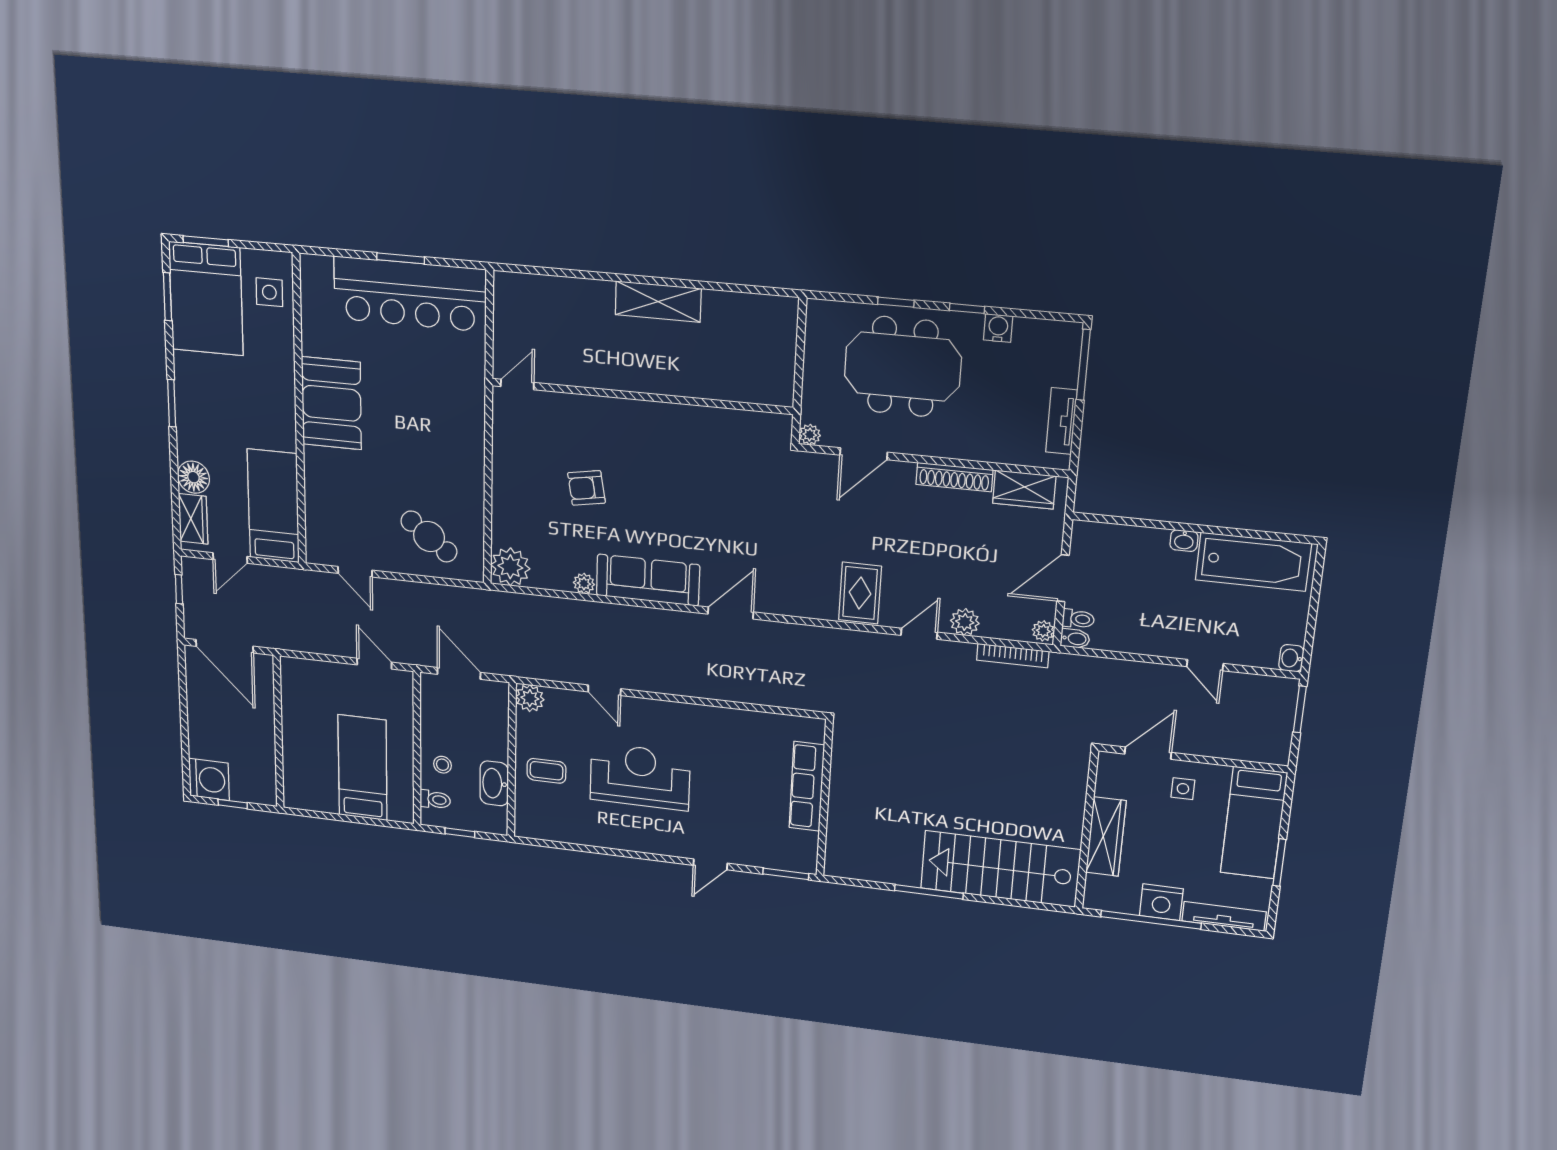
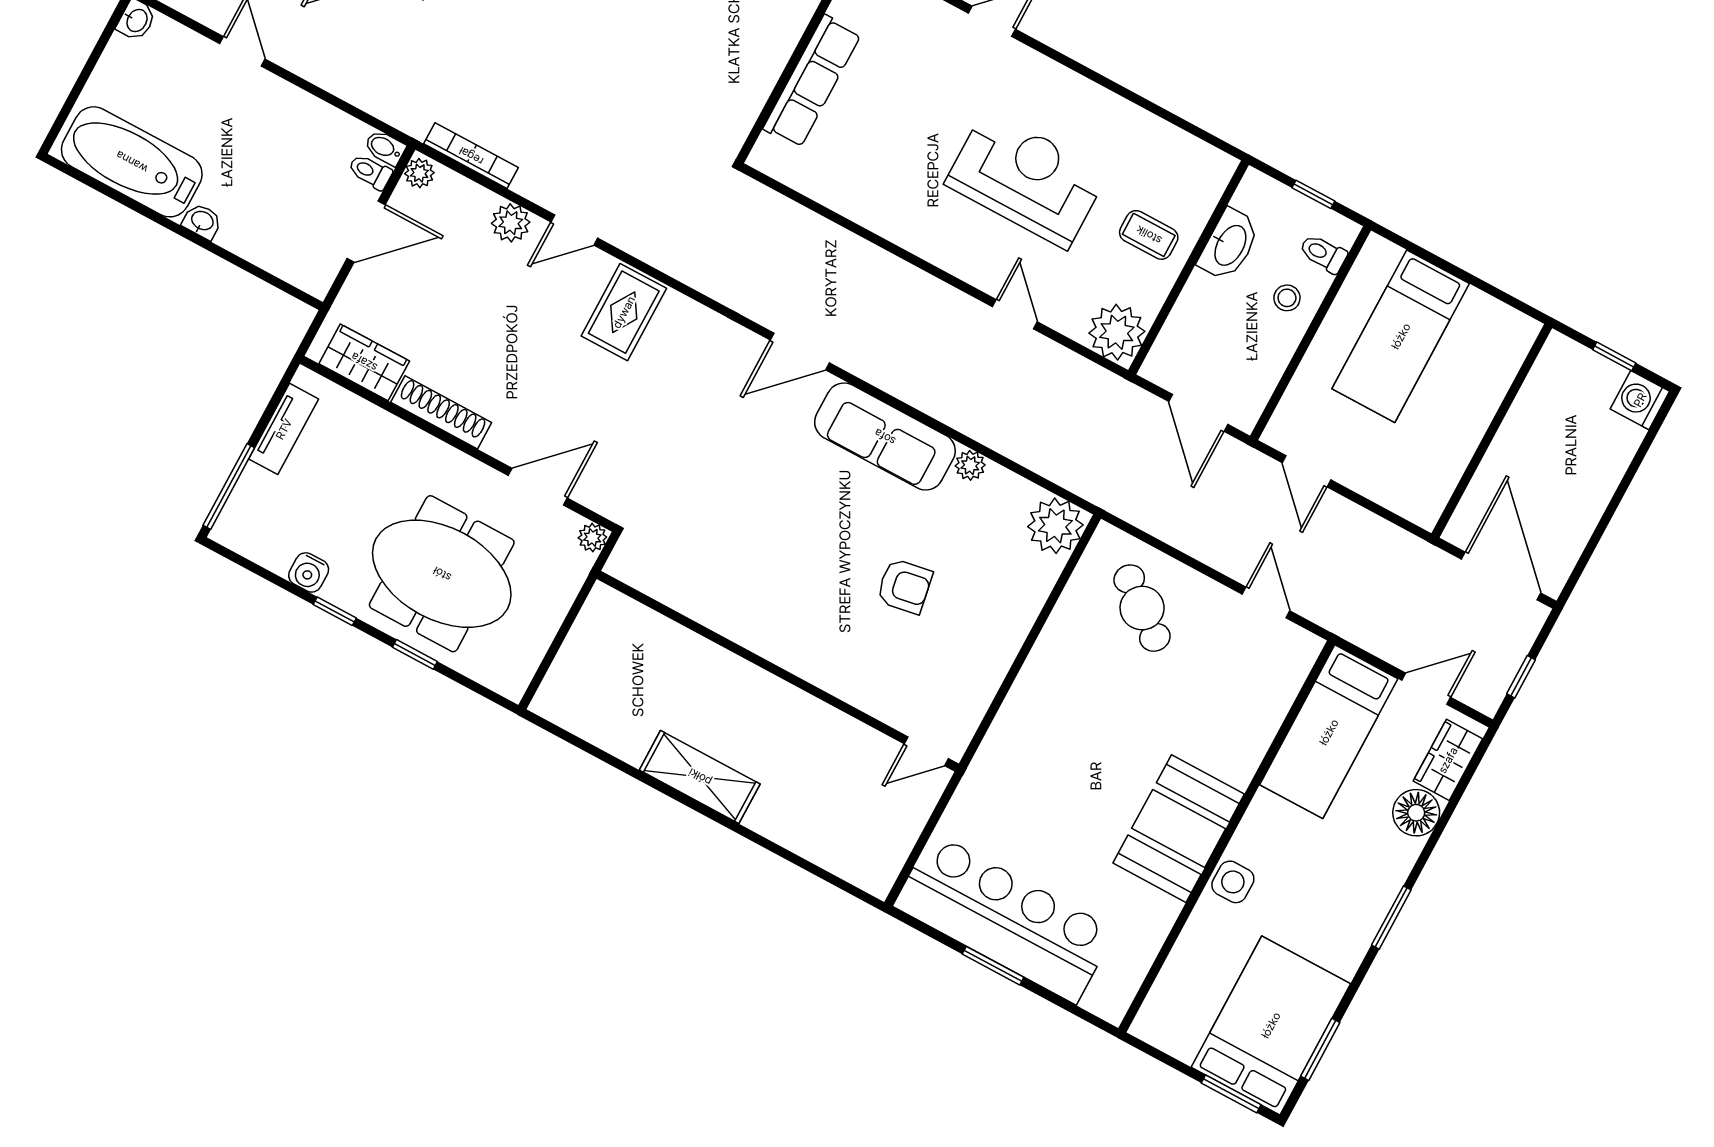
side table: (269, 292) -> (1233, 882), moved
plant: (530, 698) -> (1117, 332), width x1.36, depth x1.36
reception desk: (640, 777) -> (1026, 179), turned 180
washing machine: (209, 779) -> (1640, 400), width x0.73, depth x0.73

